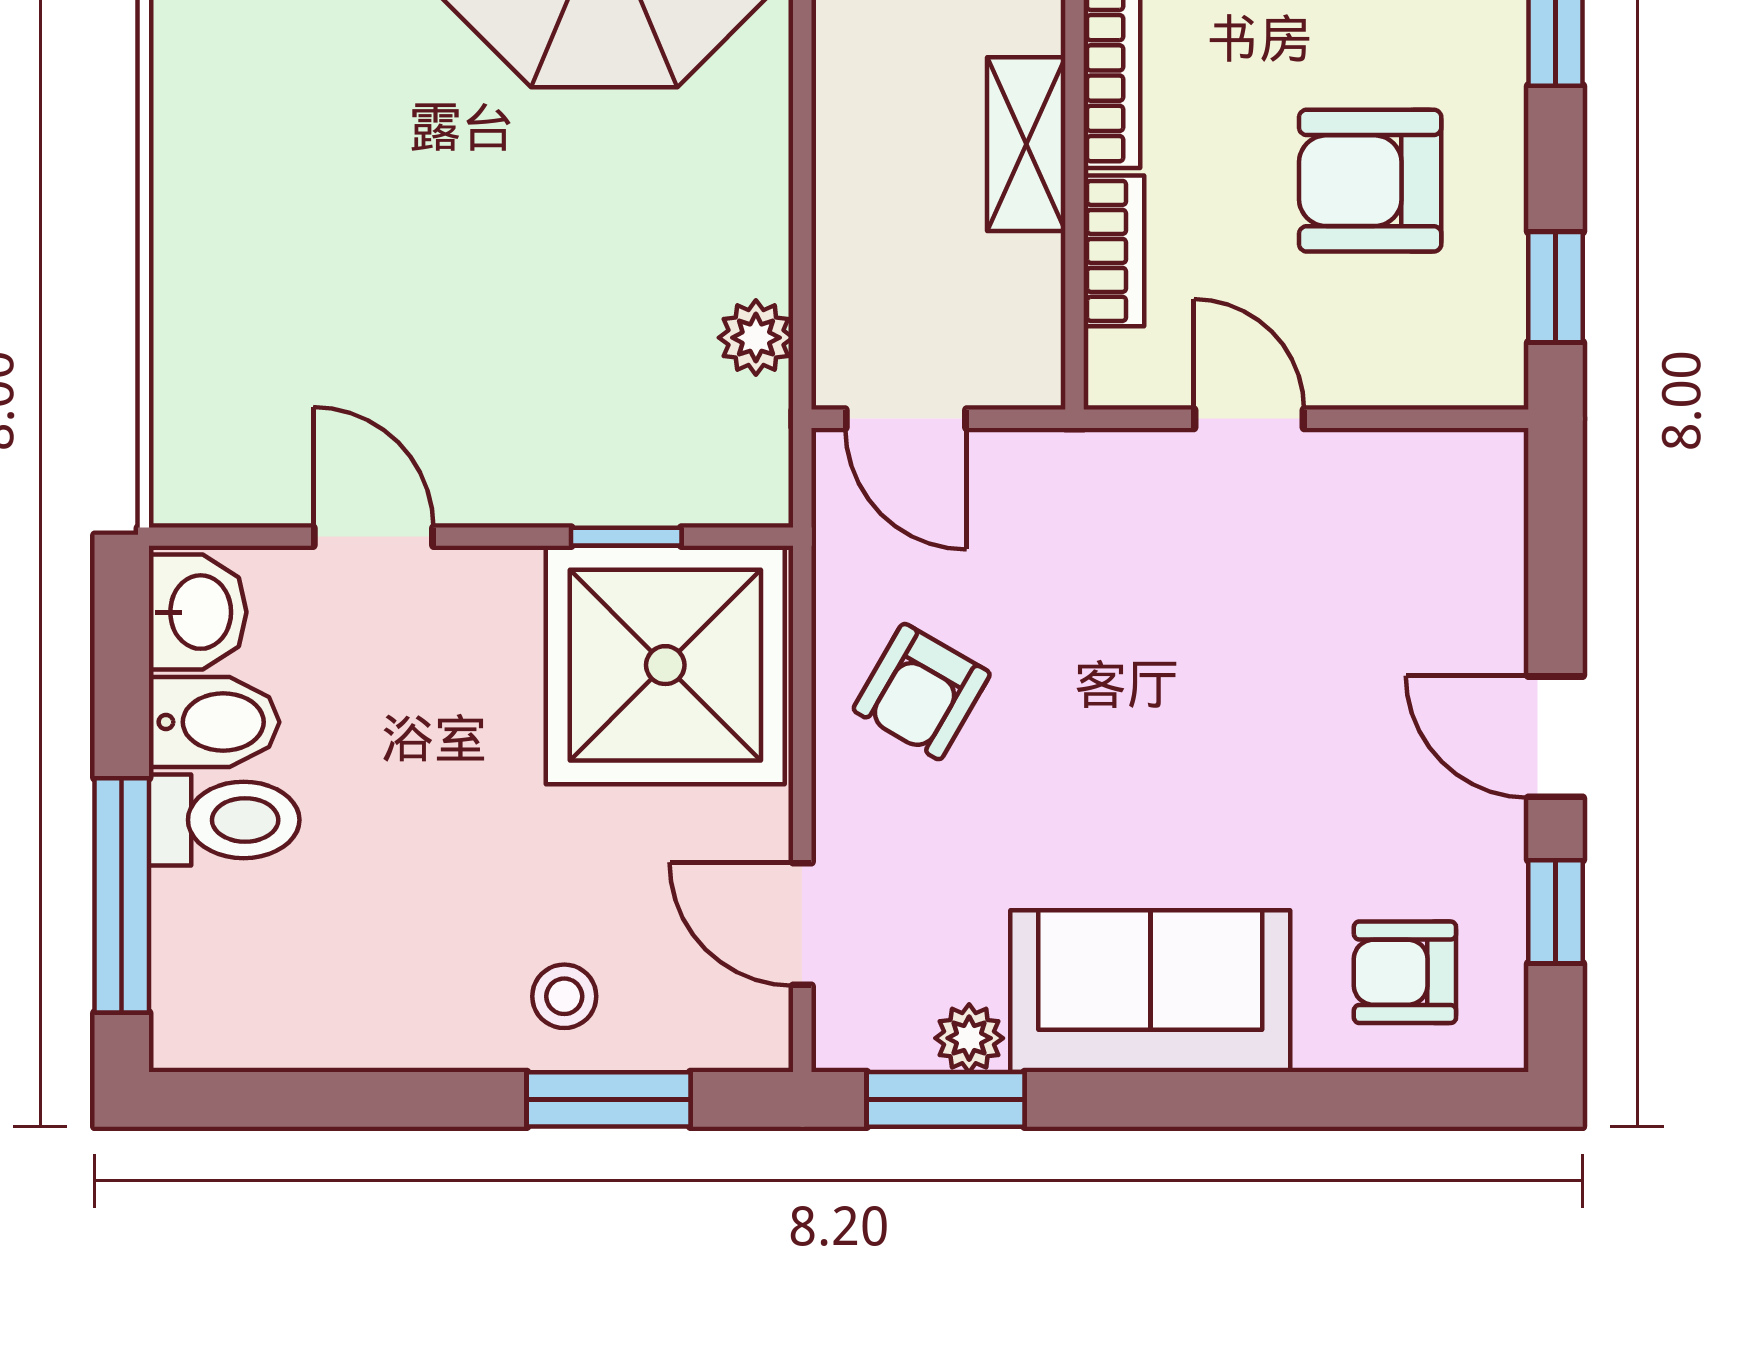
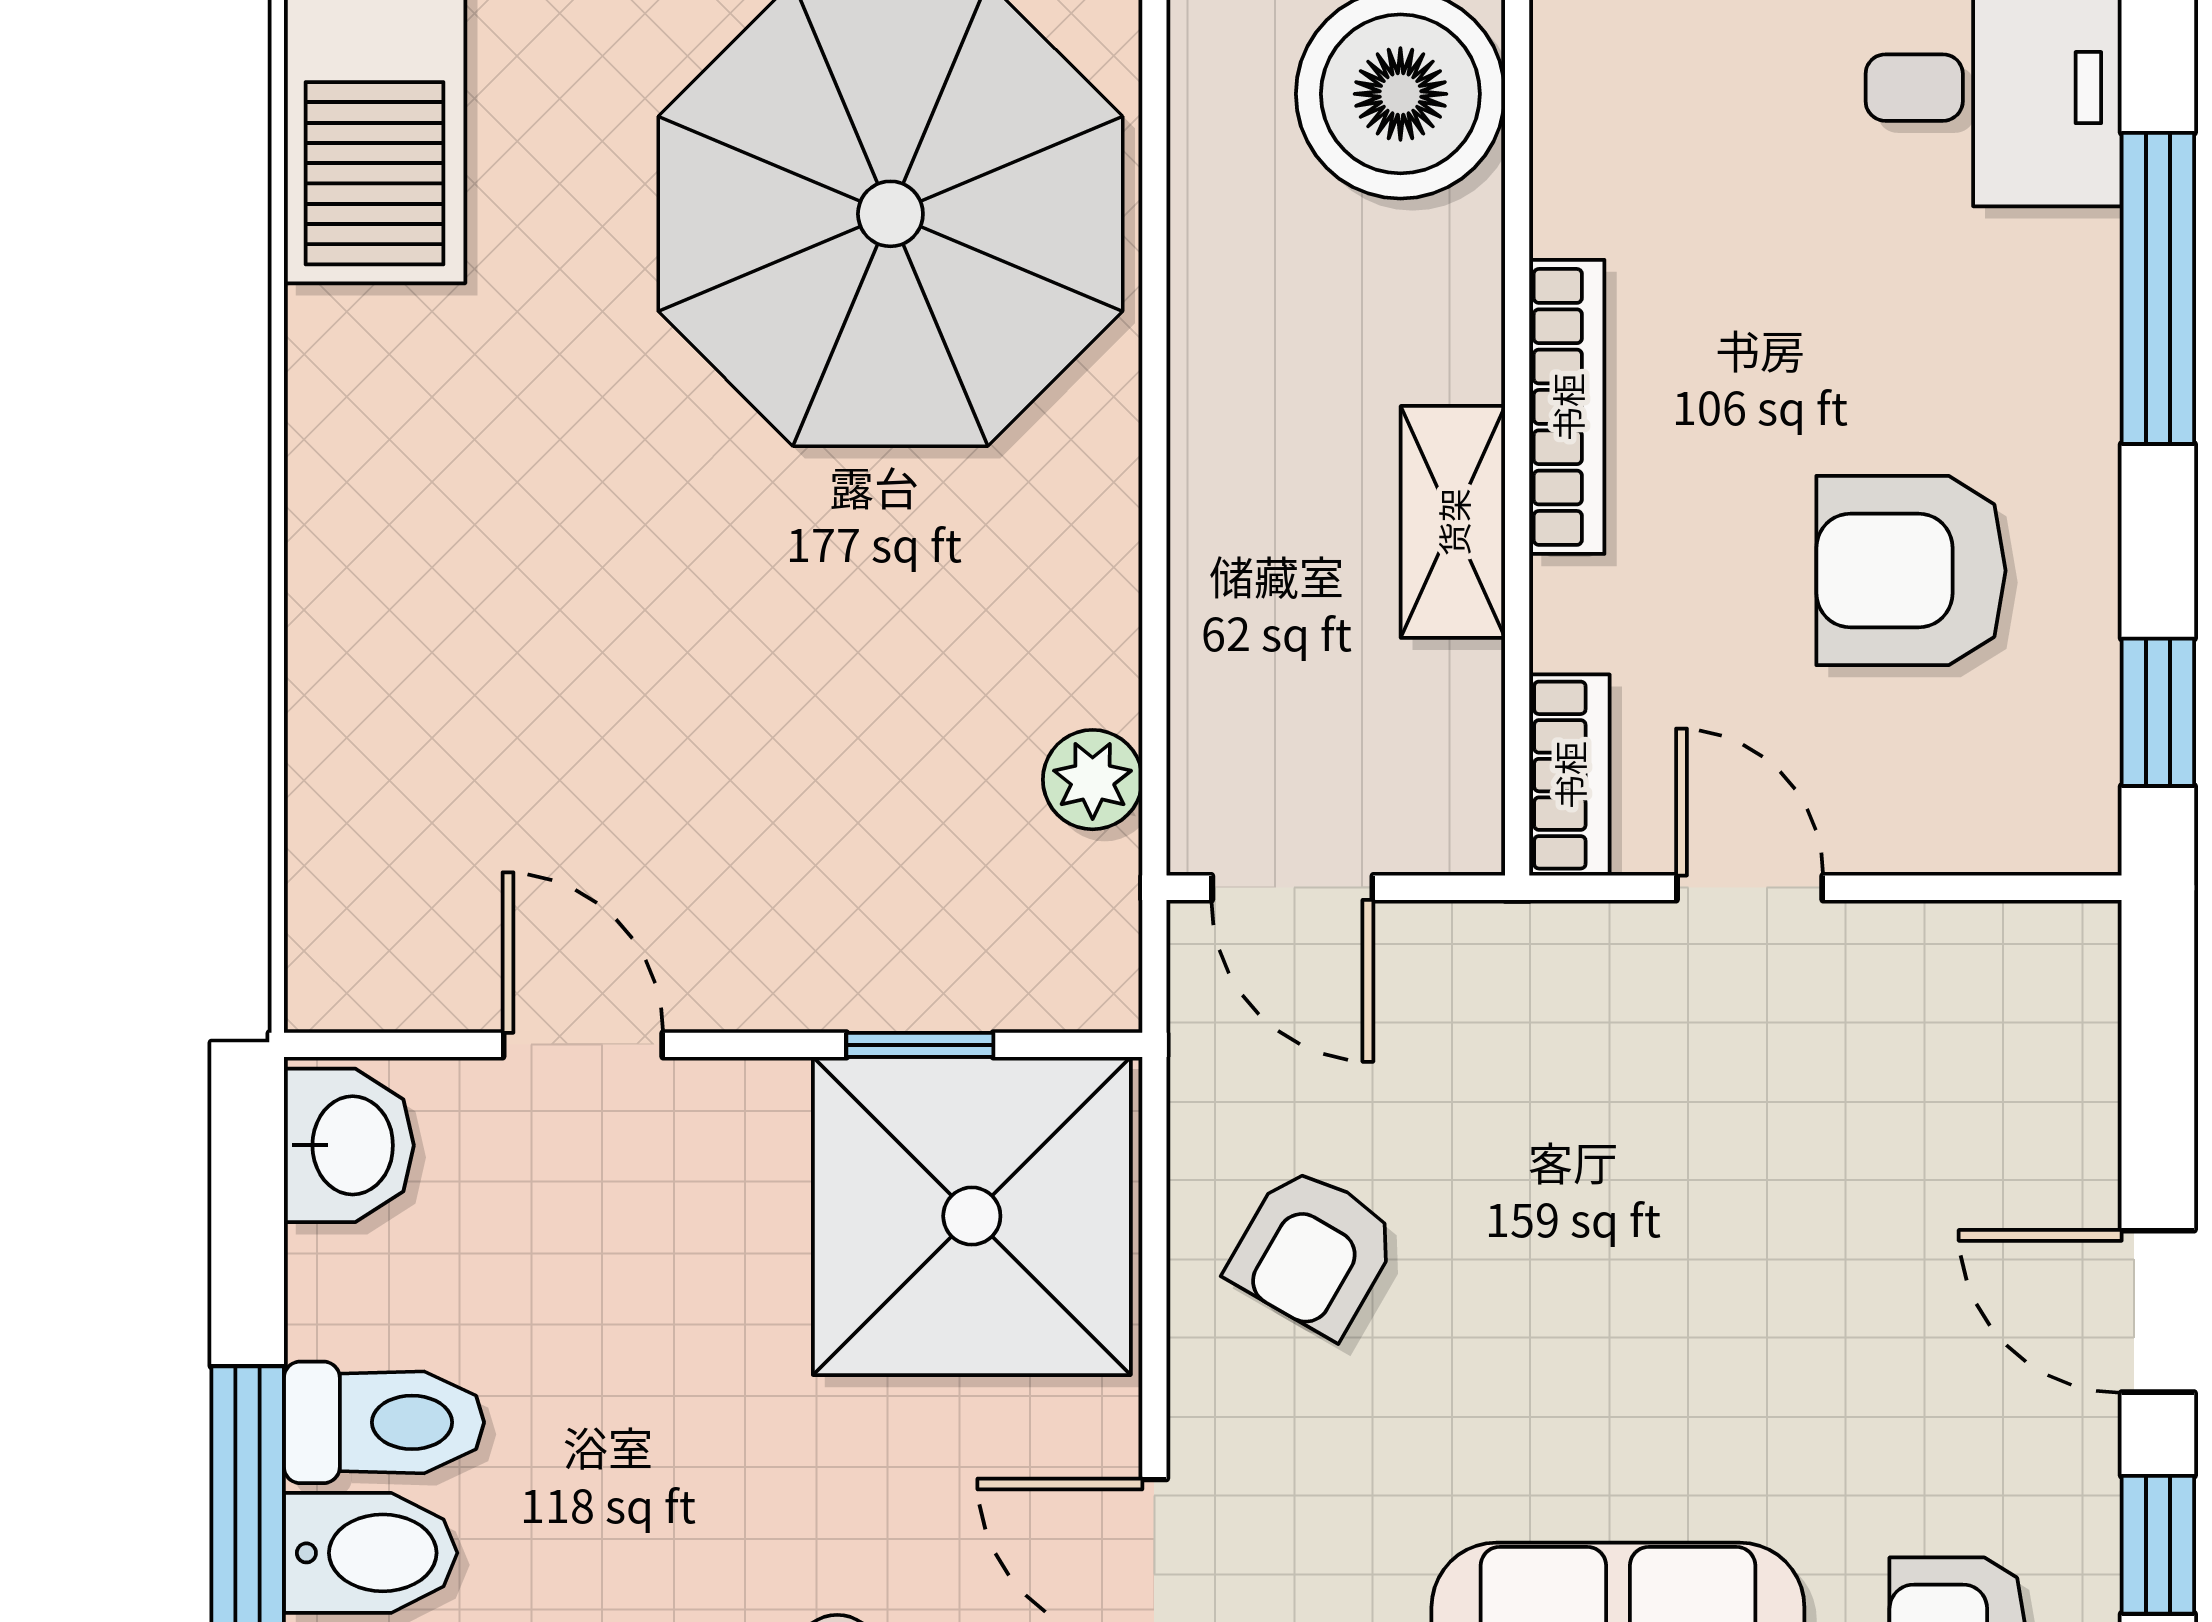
bookcase: (1114, 251) -> (1569, 775), moved
bidet: (214, 722) -> (371, 1553), moved

